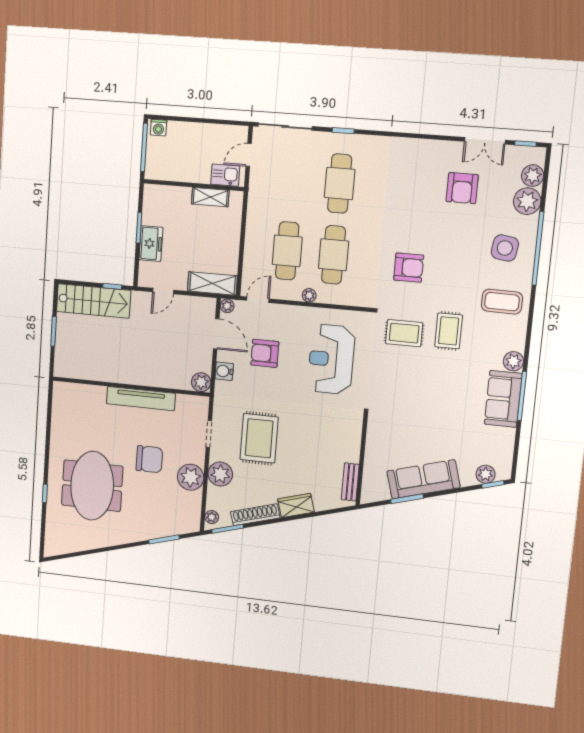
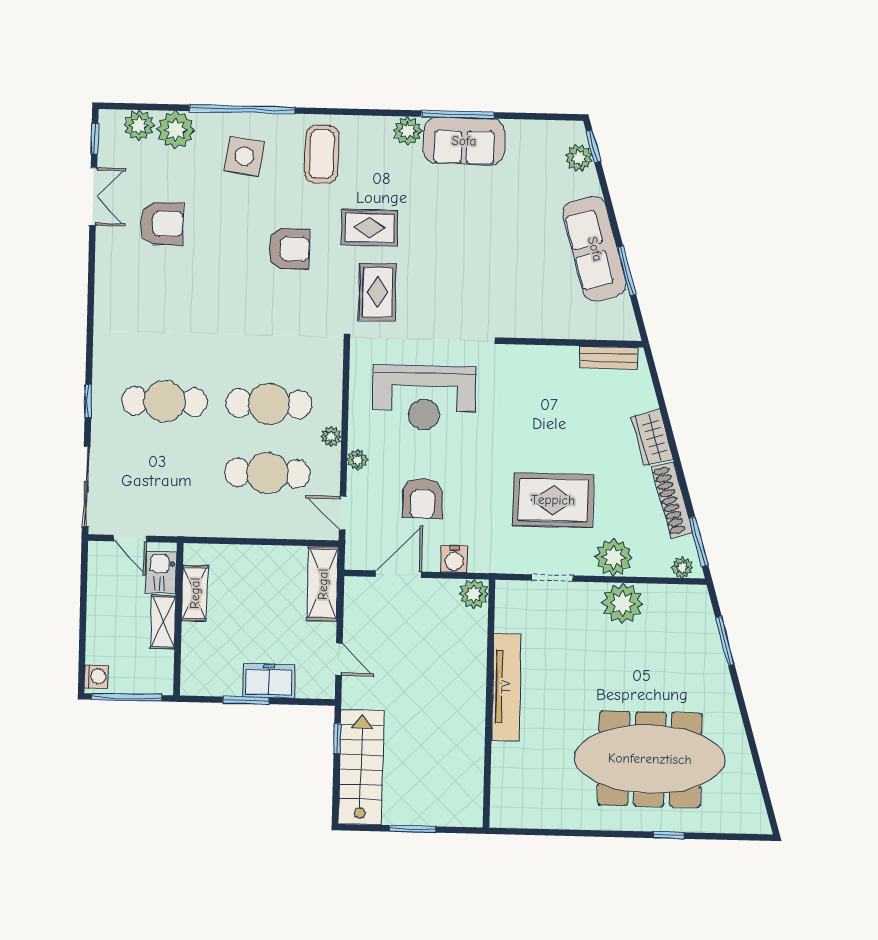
shelving: (192, 175) -> (163, 622), added
armchair: (409, 268) -> (289, 249), moved, turned 90
plant: (227, 306) -> (357, 460), moved
chair: (149, 459) -> (600, 670), removed
meeting table: (92, 486) -> (650, 759), width x1.36

